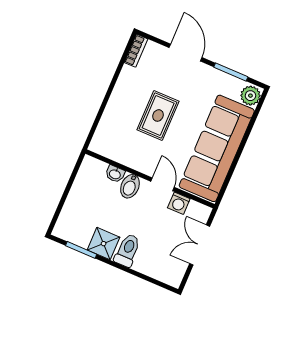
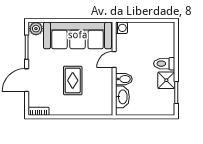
rug: (158, 115) -> (73, 80), turned 90
washbasin: (115, 174) -> (122, 97), width x1.91, depth x1.45
washing machine: (179, 203) -> (121, 28), moved
double door: (200, 245) -> (142, 20), removed

